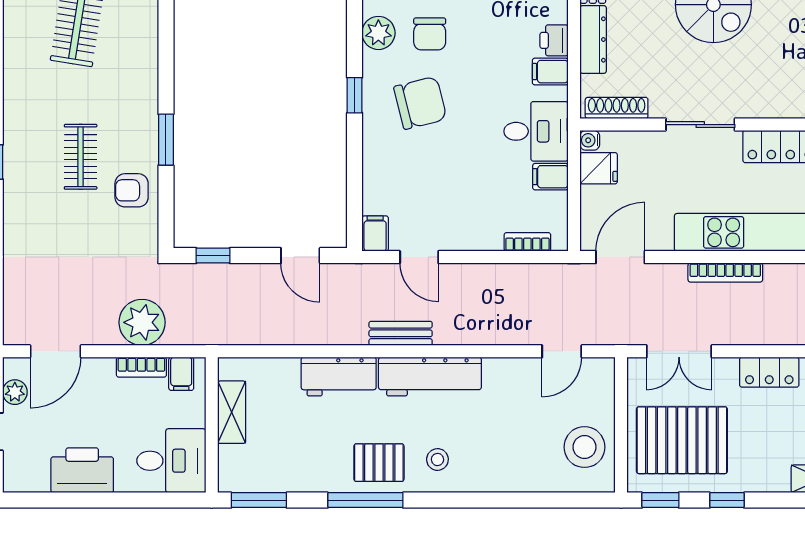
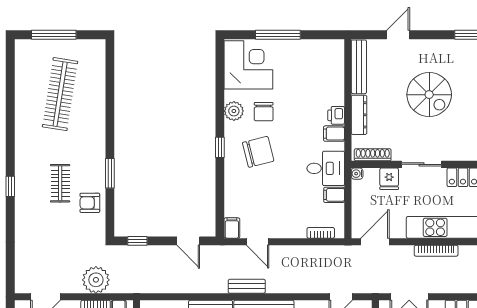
fridge: (599, 168) -> (389, 179), moved, turned 90

